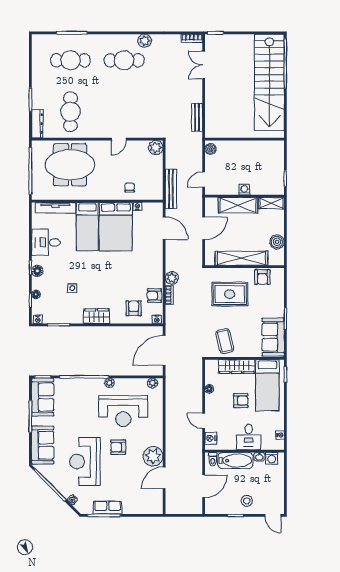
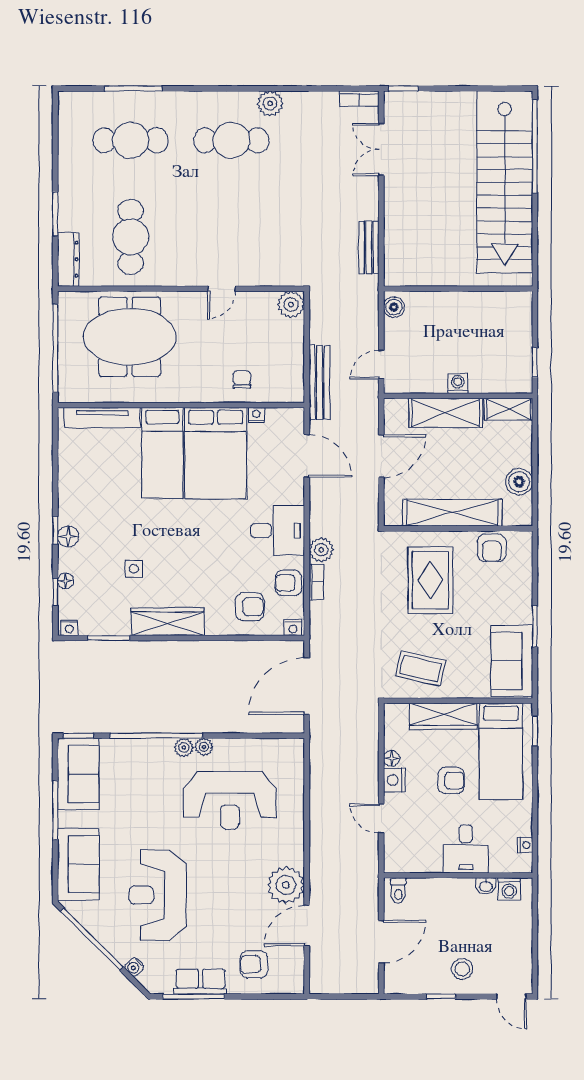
desk: (46, 242) -> (278, 530), moved, turned 180
rug: (230, 294) -> (430, 580), turned 90
armchair: (134, 308) -> (250, 607), turned 90
wardrobe: (97, 316) -> (168, 622), width x1.50
coffee table: (225, 341) -> (421, 668), turned -63
plant: (153, 383) -> (184, 747), moved
nightstand: (211, 438) -> (394, 780), moved
armchair: (118, 447) -> (254, 964), moved
bathtub: (235, 461) -> (441, 893), removed

